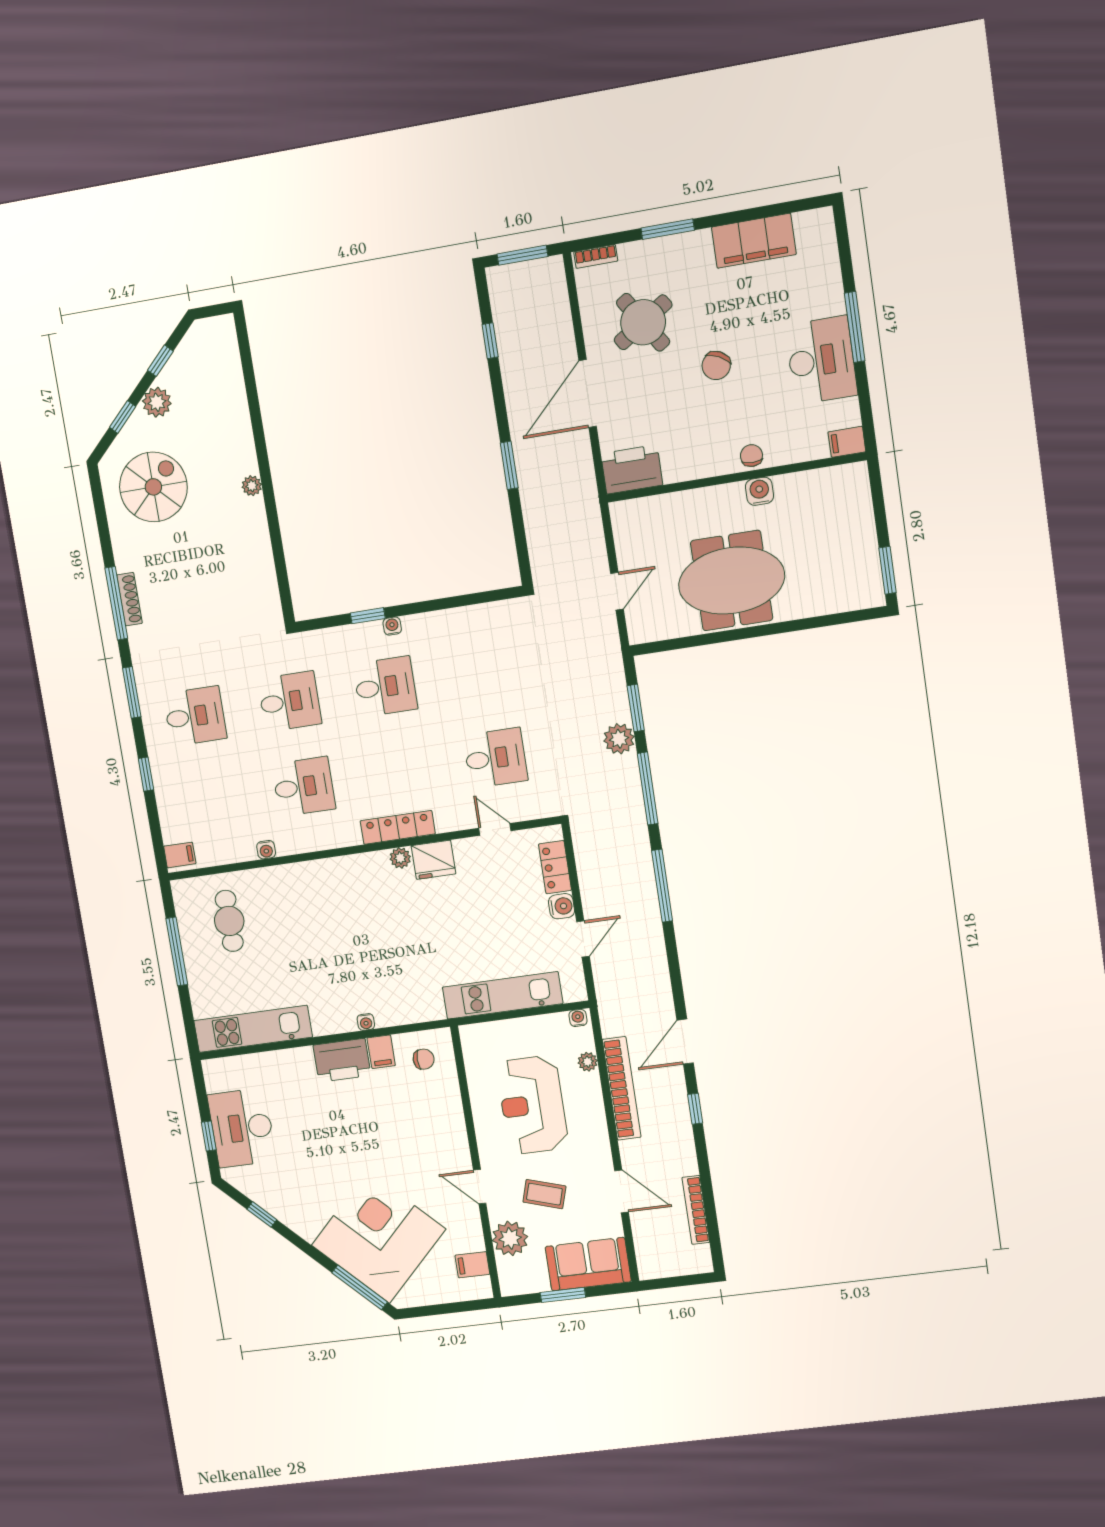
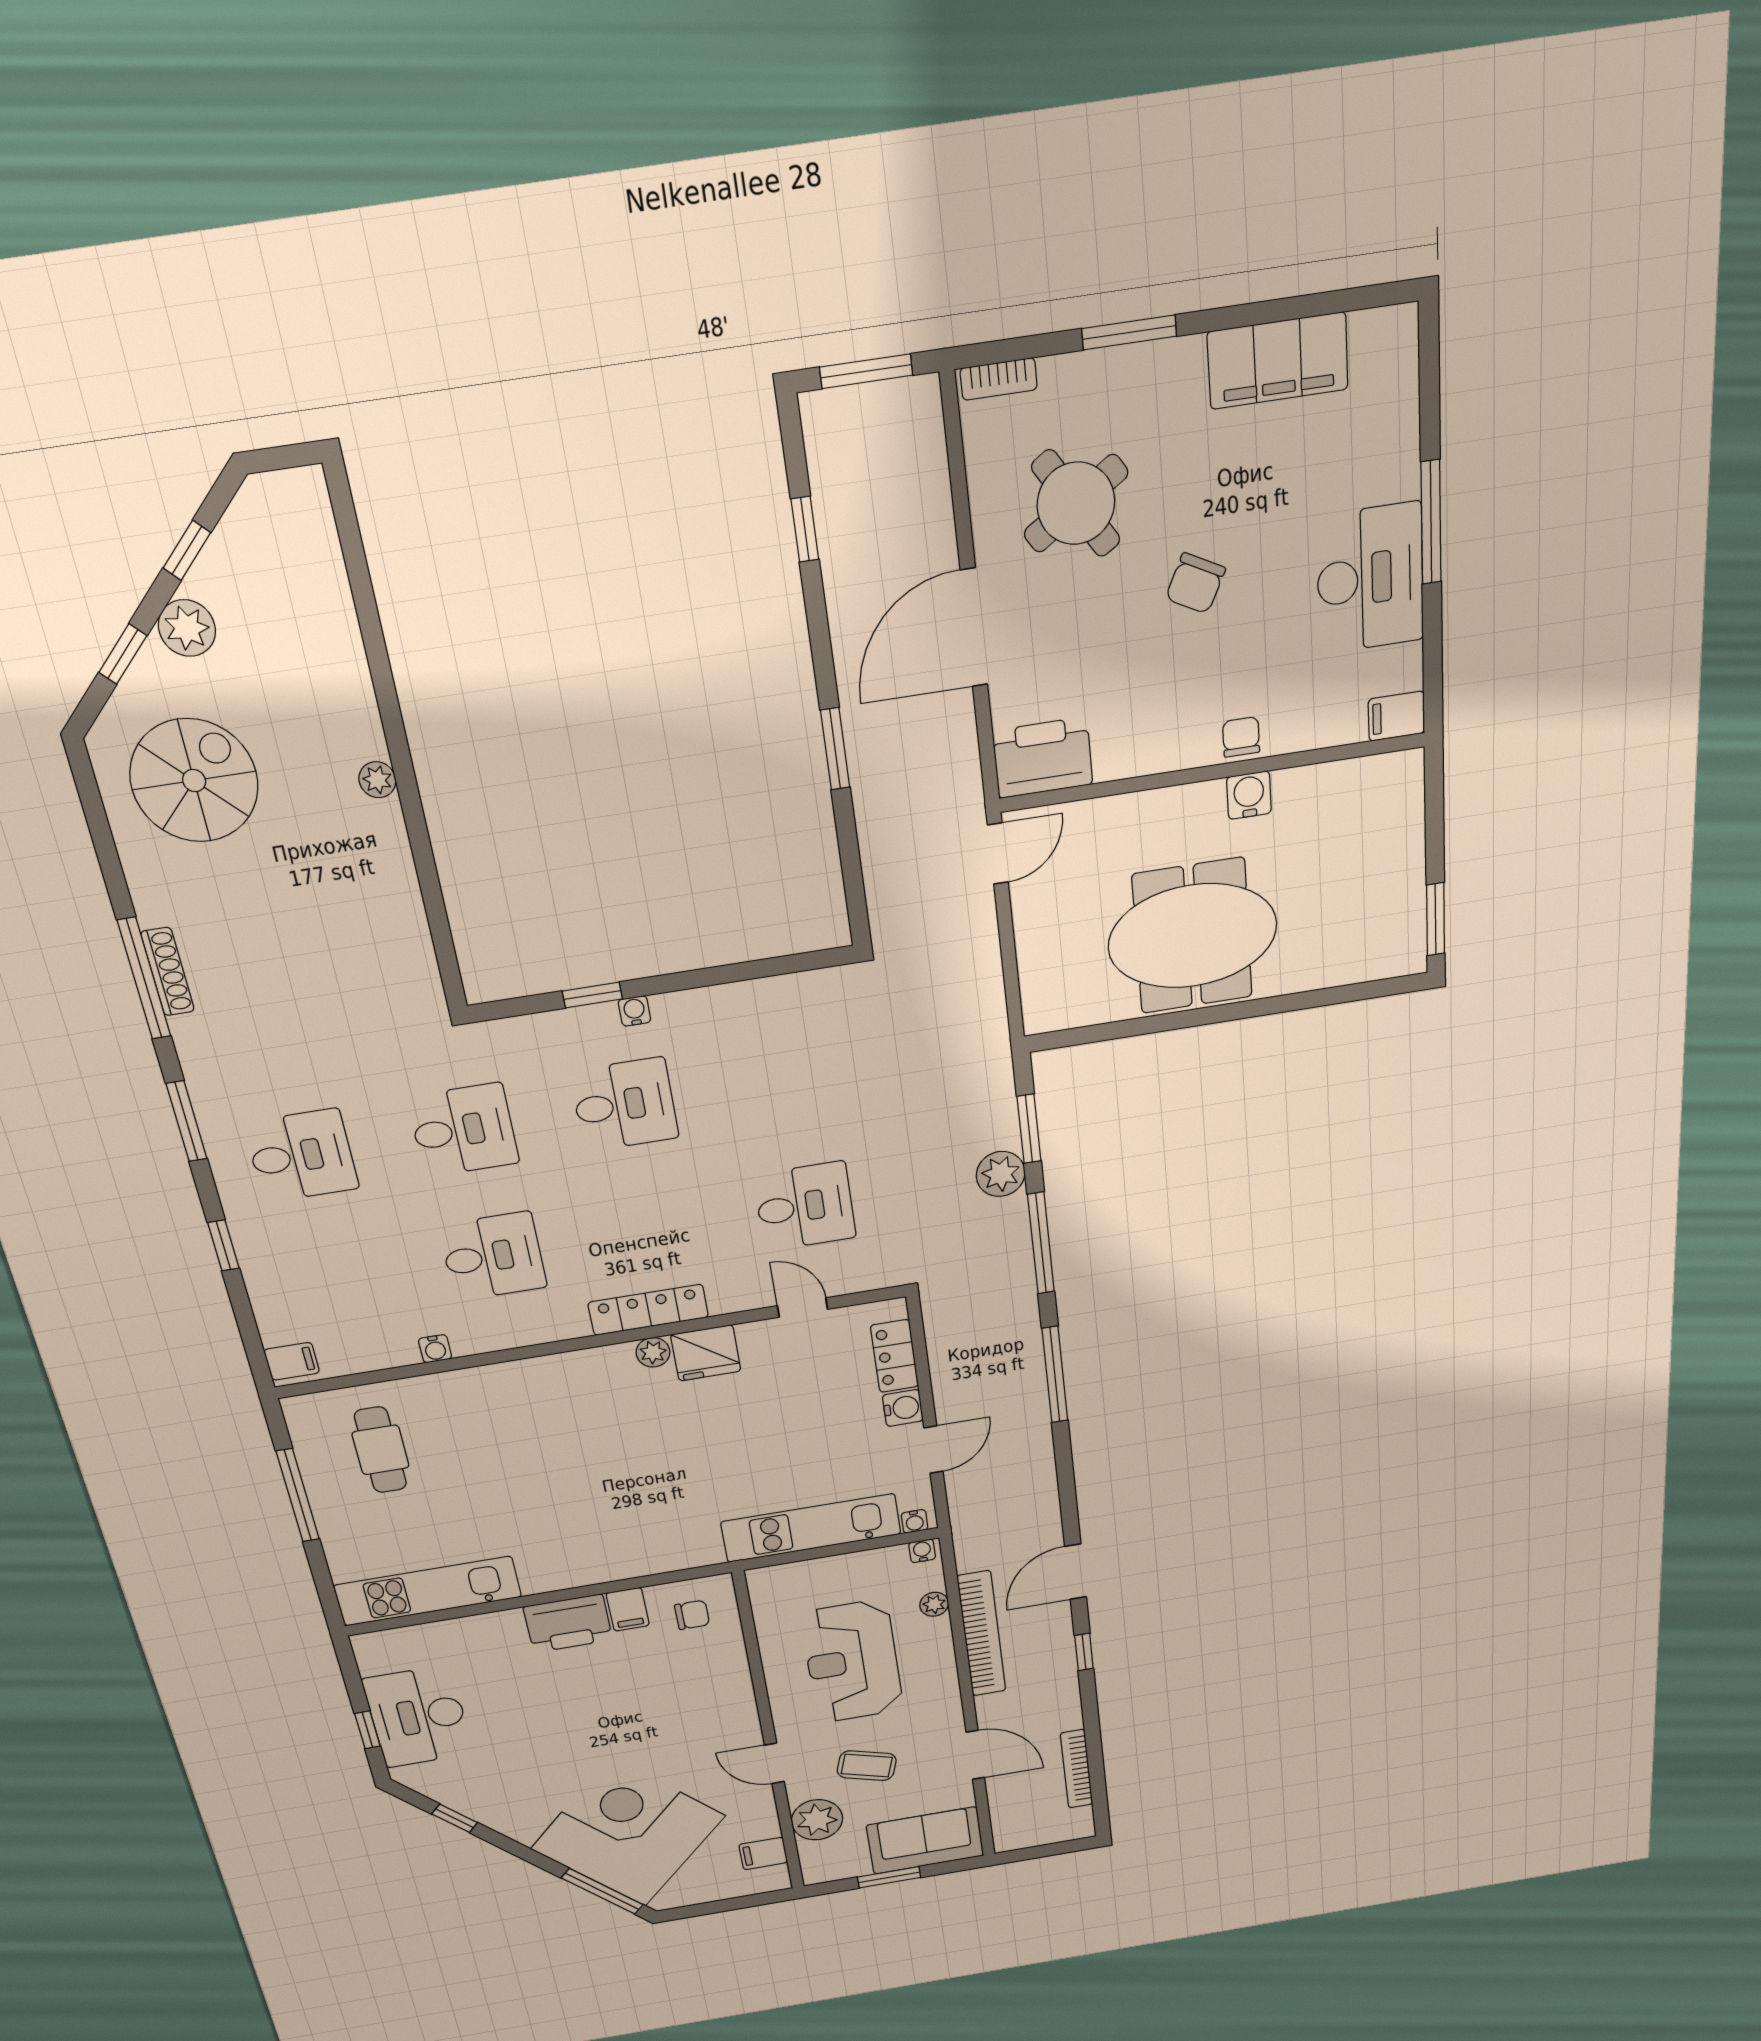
door: (617, 591) -> (998, 854), moved
water cooler: (366, 1022) -> (915, 1521), moved

